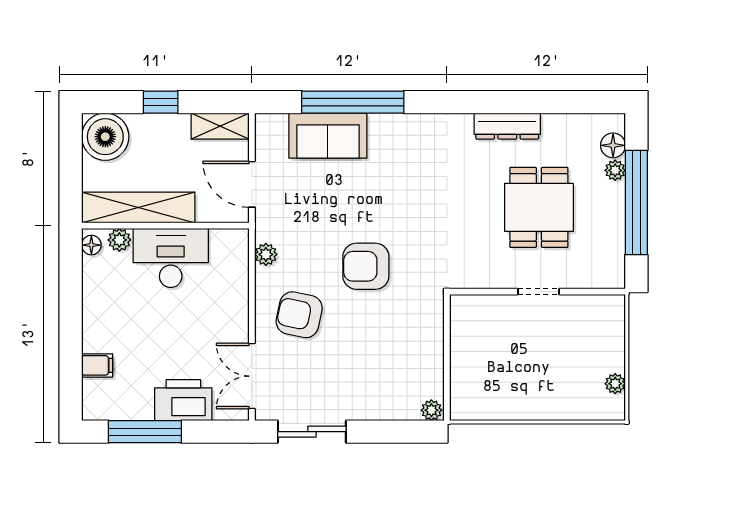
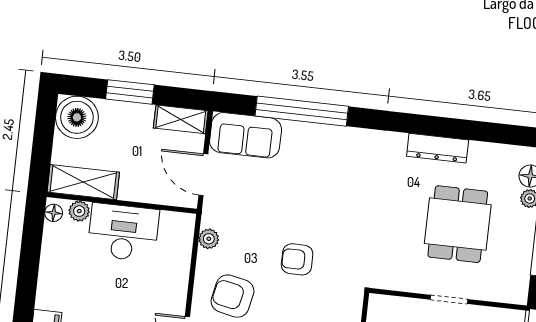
window: (161, 102) -> (130, 92), width x1.50
sofa: (328, 136) -> (246, 135), moved
shelving: (138, 207) -> (83, 182), width x0.68
armchair: (366, 266) -> (297, 259), width x0.72, depth x0.72

